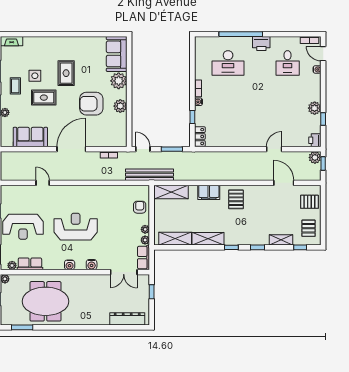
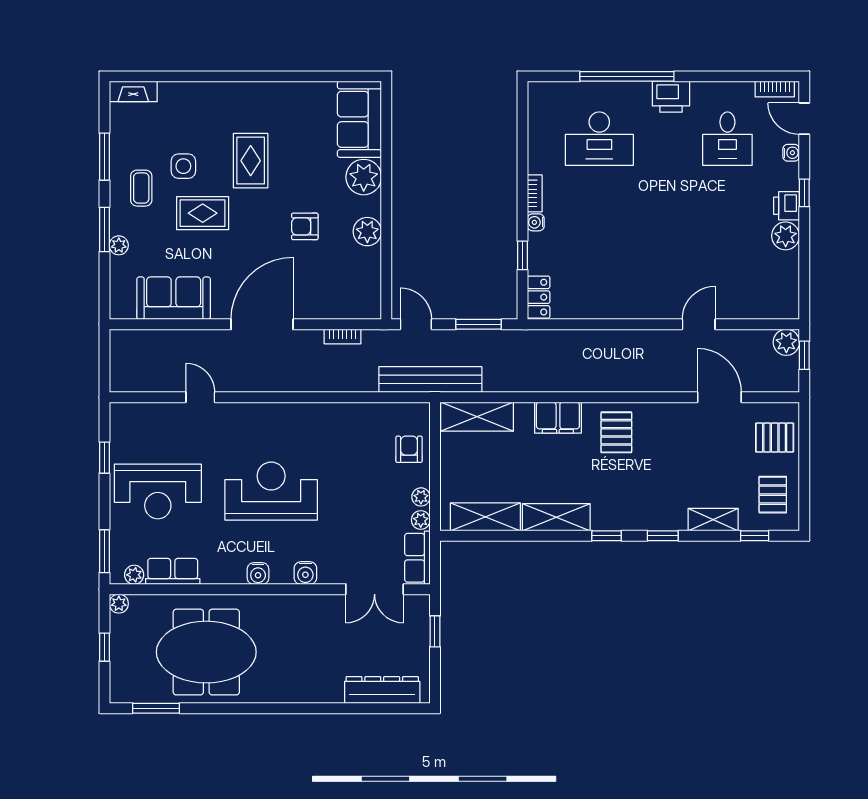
armchair: (91, 104) -> (305, 226), width x0.53, depth x0.53
window: (323, 119) -> (804, 193), moved
printer: (315, 140) -> (786, 206), moved

